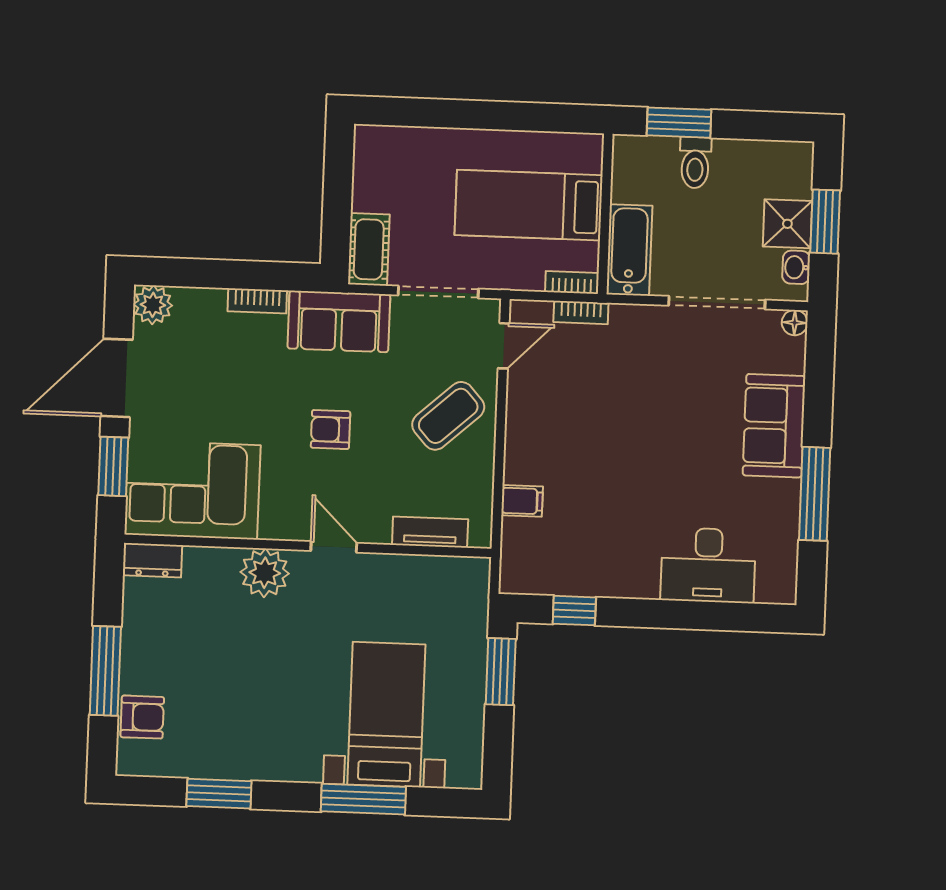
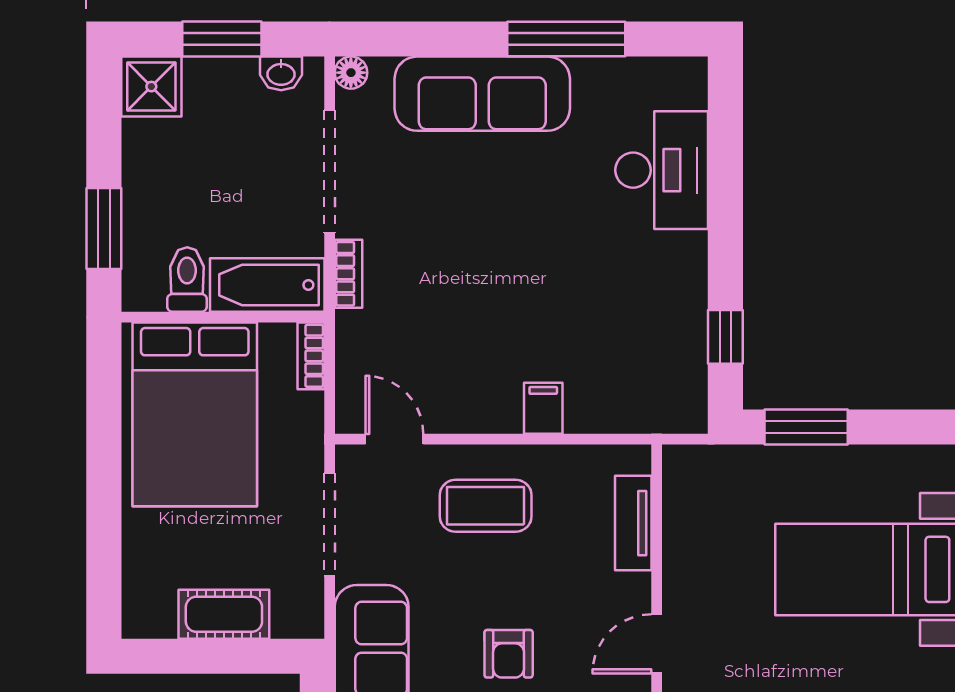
toilet: (695, 163) -> (187, 280), moved, turned -90
bed: (529, 205) -> (195, 414), width x1.50
shower: (787, 224) -> (151, 87), moved
cot: (369, 249) -> (224, 614), moved
bookcase: (581, 312) -> (349, 274), moved
coffee table: (448, 416) -> (486, 506), turned -48
sofa: (774, 426) -> (482, 94), width x1.36
filing cabinet: (522, 501) -> (543, 408), moved

